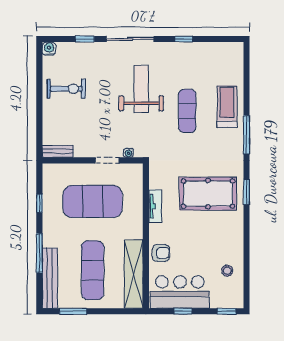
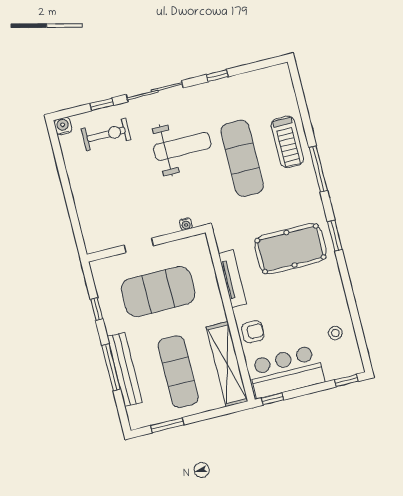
exercise bike: (66, 89) -> (106, 134), moved
weight bench: (141, 89) -> (182, 146), turned 90
treadmill: (227, 107) -> (287, 142), turned 180
exercise mat: (187, 111) -> (242, 158), width x1.36, depth x1.45
bench: (58, 151) -> (103, 243), removed
doorway: (107, 160) -> (139, 245), moved
tv unit: (155, 206) -> (232, 279), width x1.41
bench: (50, 278) -> (125, 370), moved
window: (183, 311) -> (272, 399), moved

